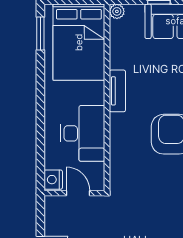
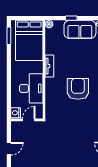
door: (78, 193) -> (29, 120), hinge flipped

